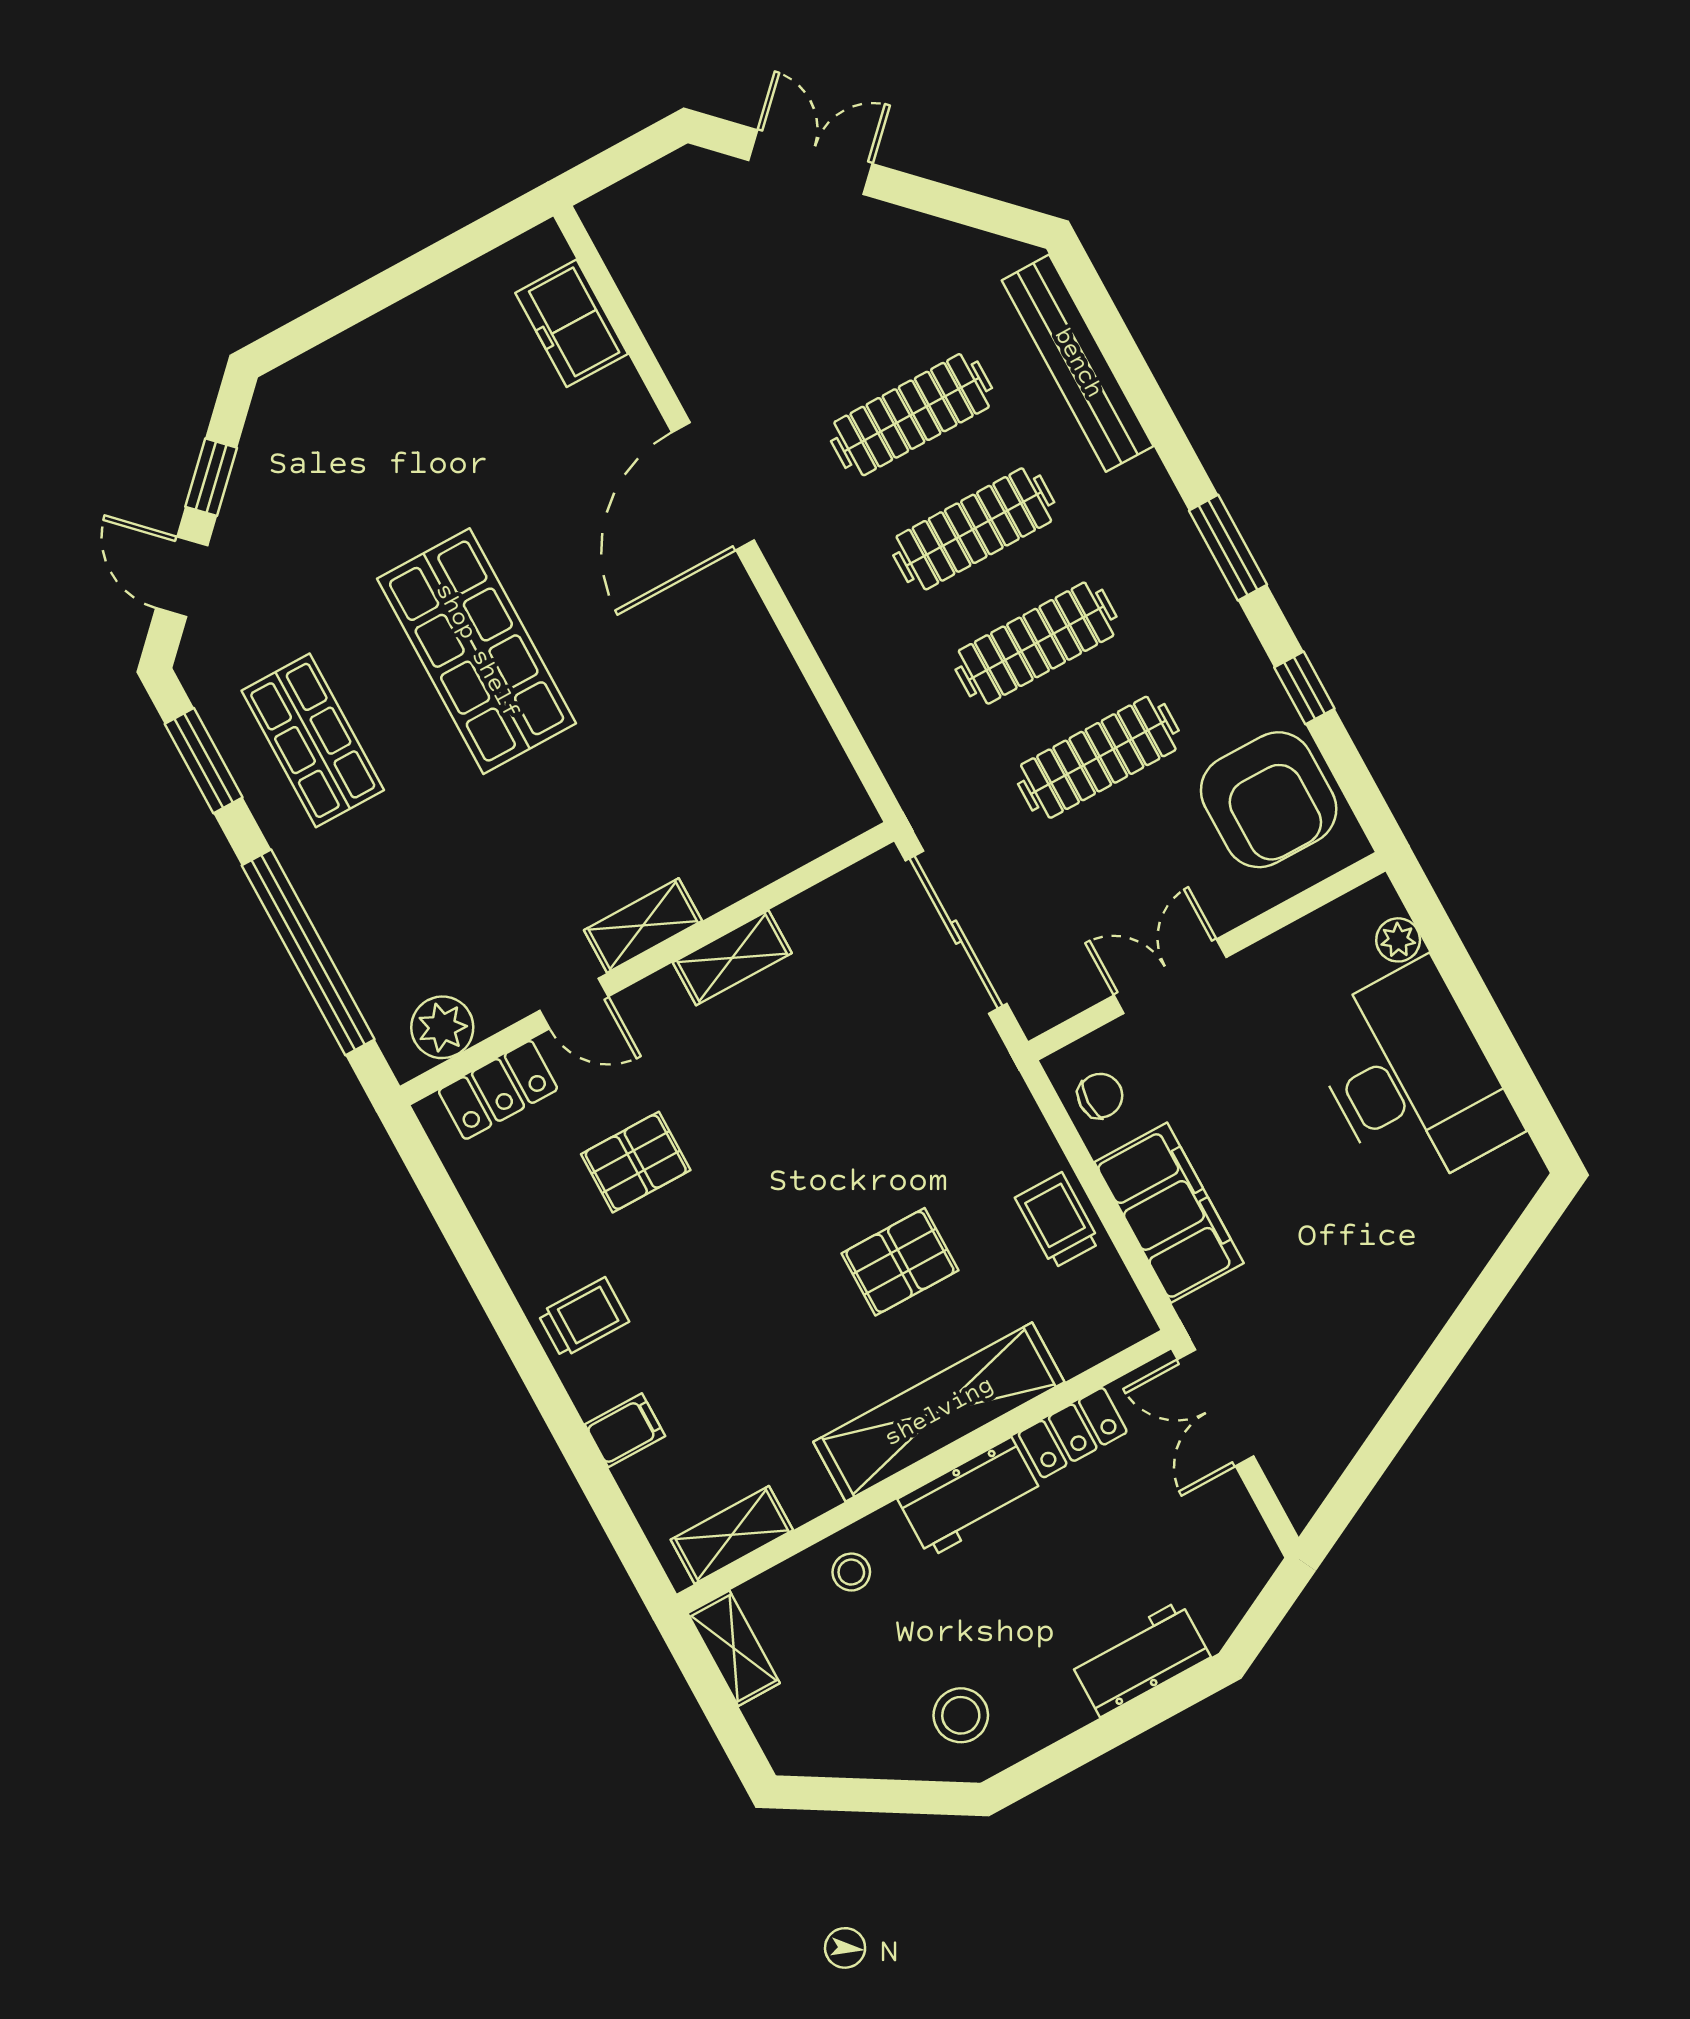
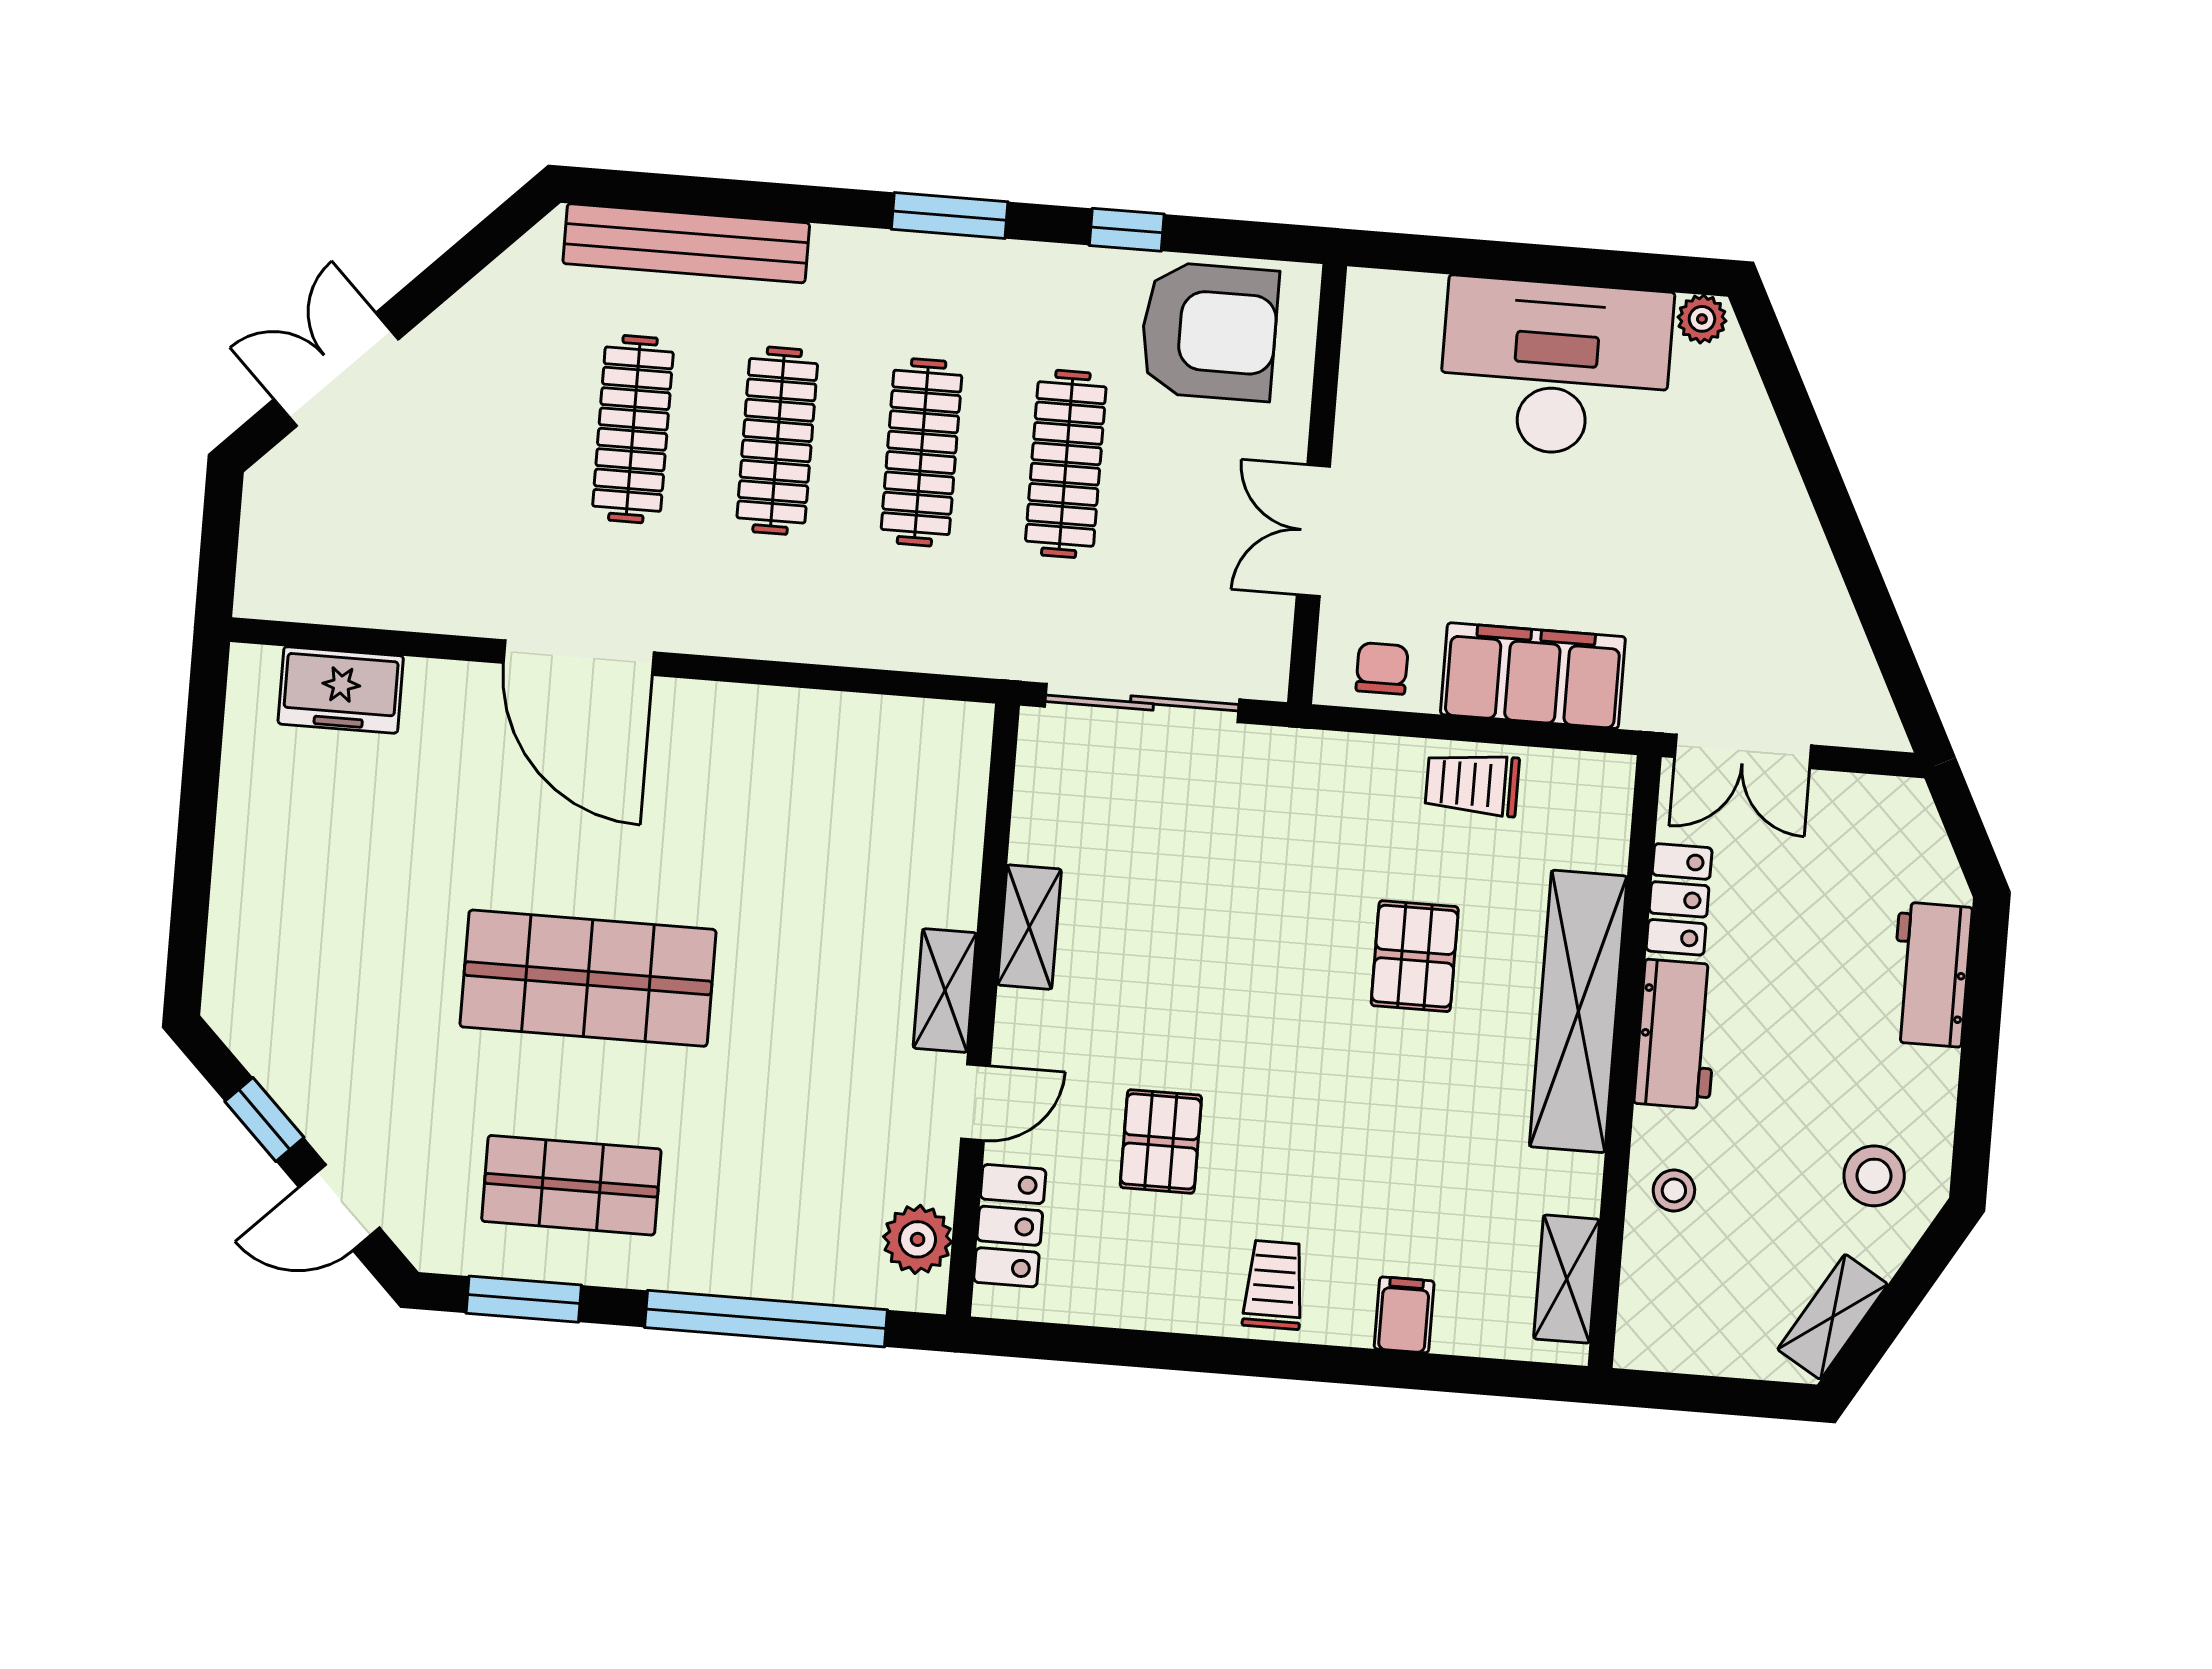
plant: (1398, 940) -> (1702, 319), moved
shelving: (734, 1648) -> (1833, 1317), moved, turned -59

